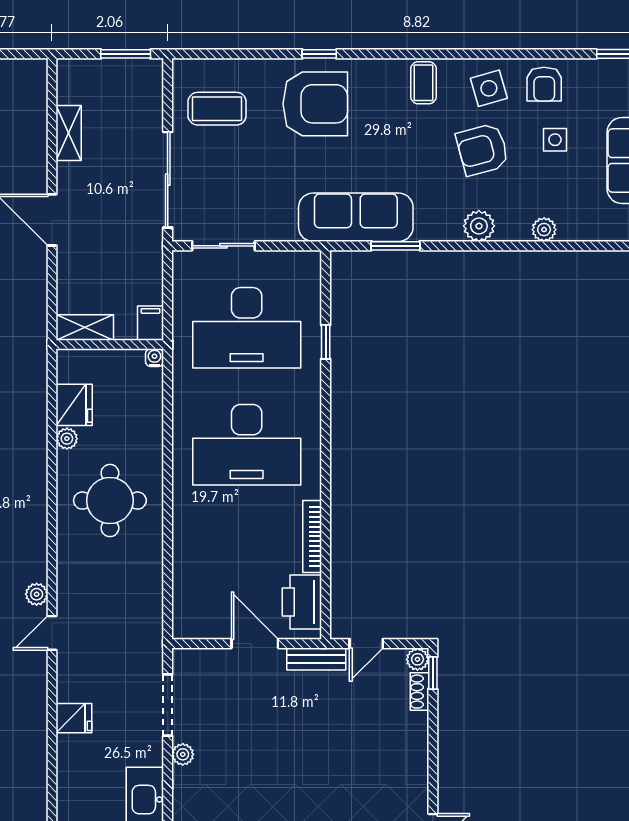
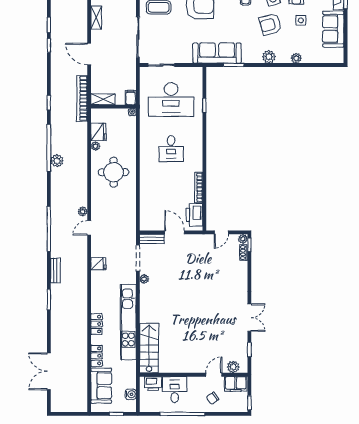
bookcase: (35, 326) -> (82, 99), added
desk: (247, 445) -> (171, 149), width x0.53, depth x0.77
bench: (316, 659) -> (152, 239), moved

